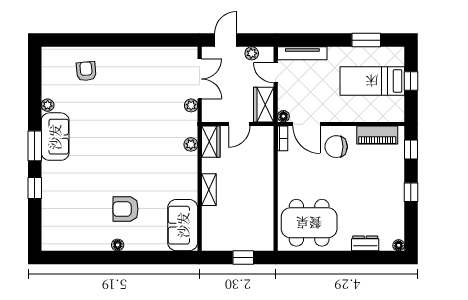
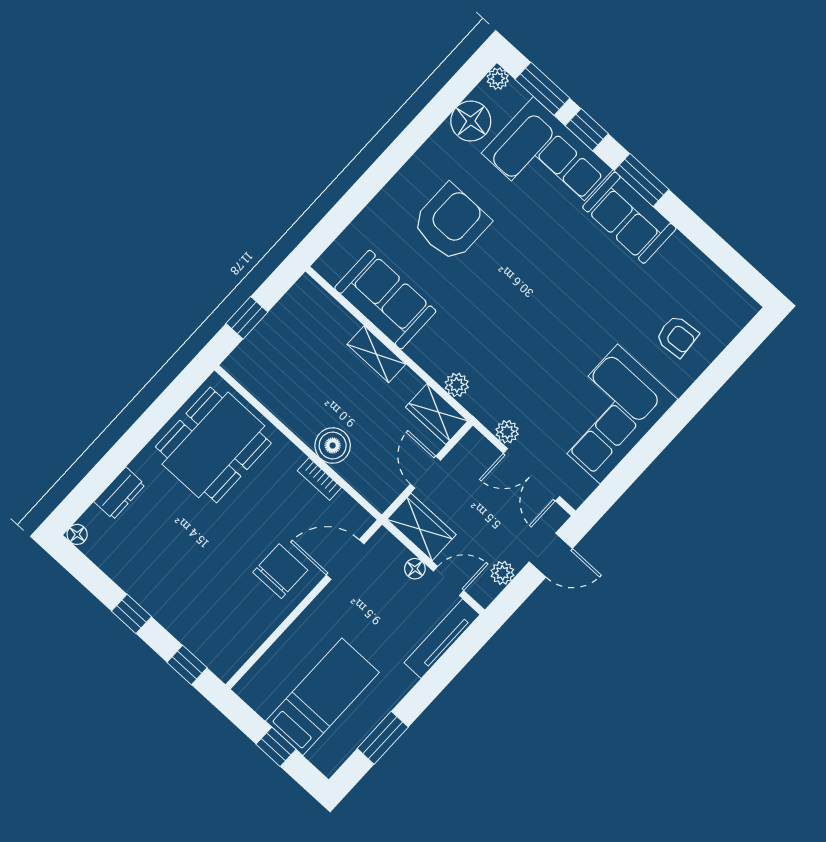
door: (226, 40) -> (551, 555), hinge flipped
corner sofa: (145, 70) -> (609, 414), added
plant: (48, 105) -> (498, 79), moved
floor lamp: (283, 116) -> (415, 569), moved
piano: (377, 135) -> (246, 638), removed
bookcase: (283, 138) -> (319, 479), moved
boiler: (264, 173) -> (333, 446), added
corner sofa: (63, 192) -> (547, 161), added
armchair: (126, 209) -> (451, 223), width x1.36, depth x1.36
window: (35, 222) -> (542, 89), added
sofa: (183, 225) -> (385, 300), moved
floor lamp: (118, 245) -> (471, 121), moved, width x1.89, depth x1.89

